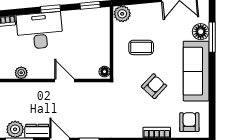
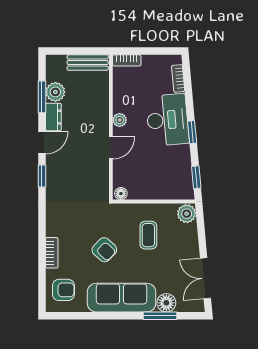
plant: (21, 73) -> (120, 120), moved

